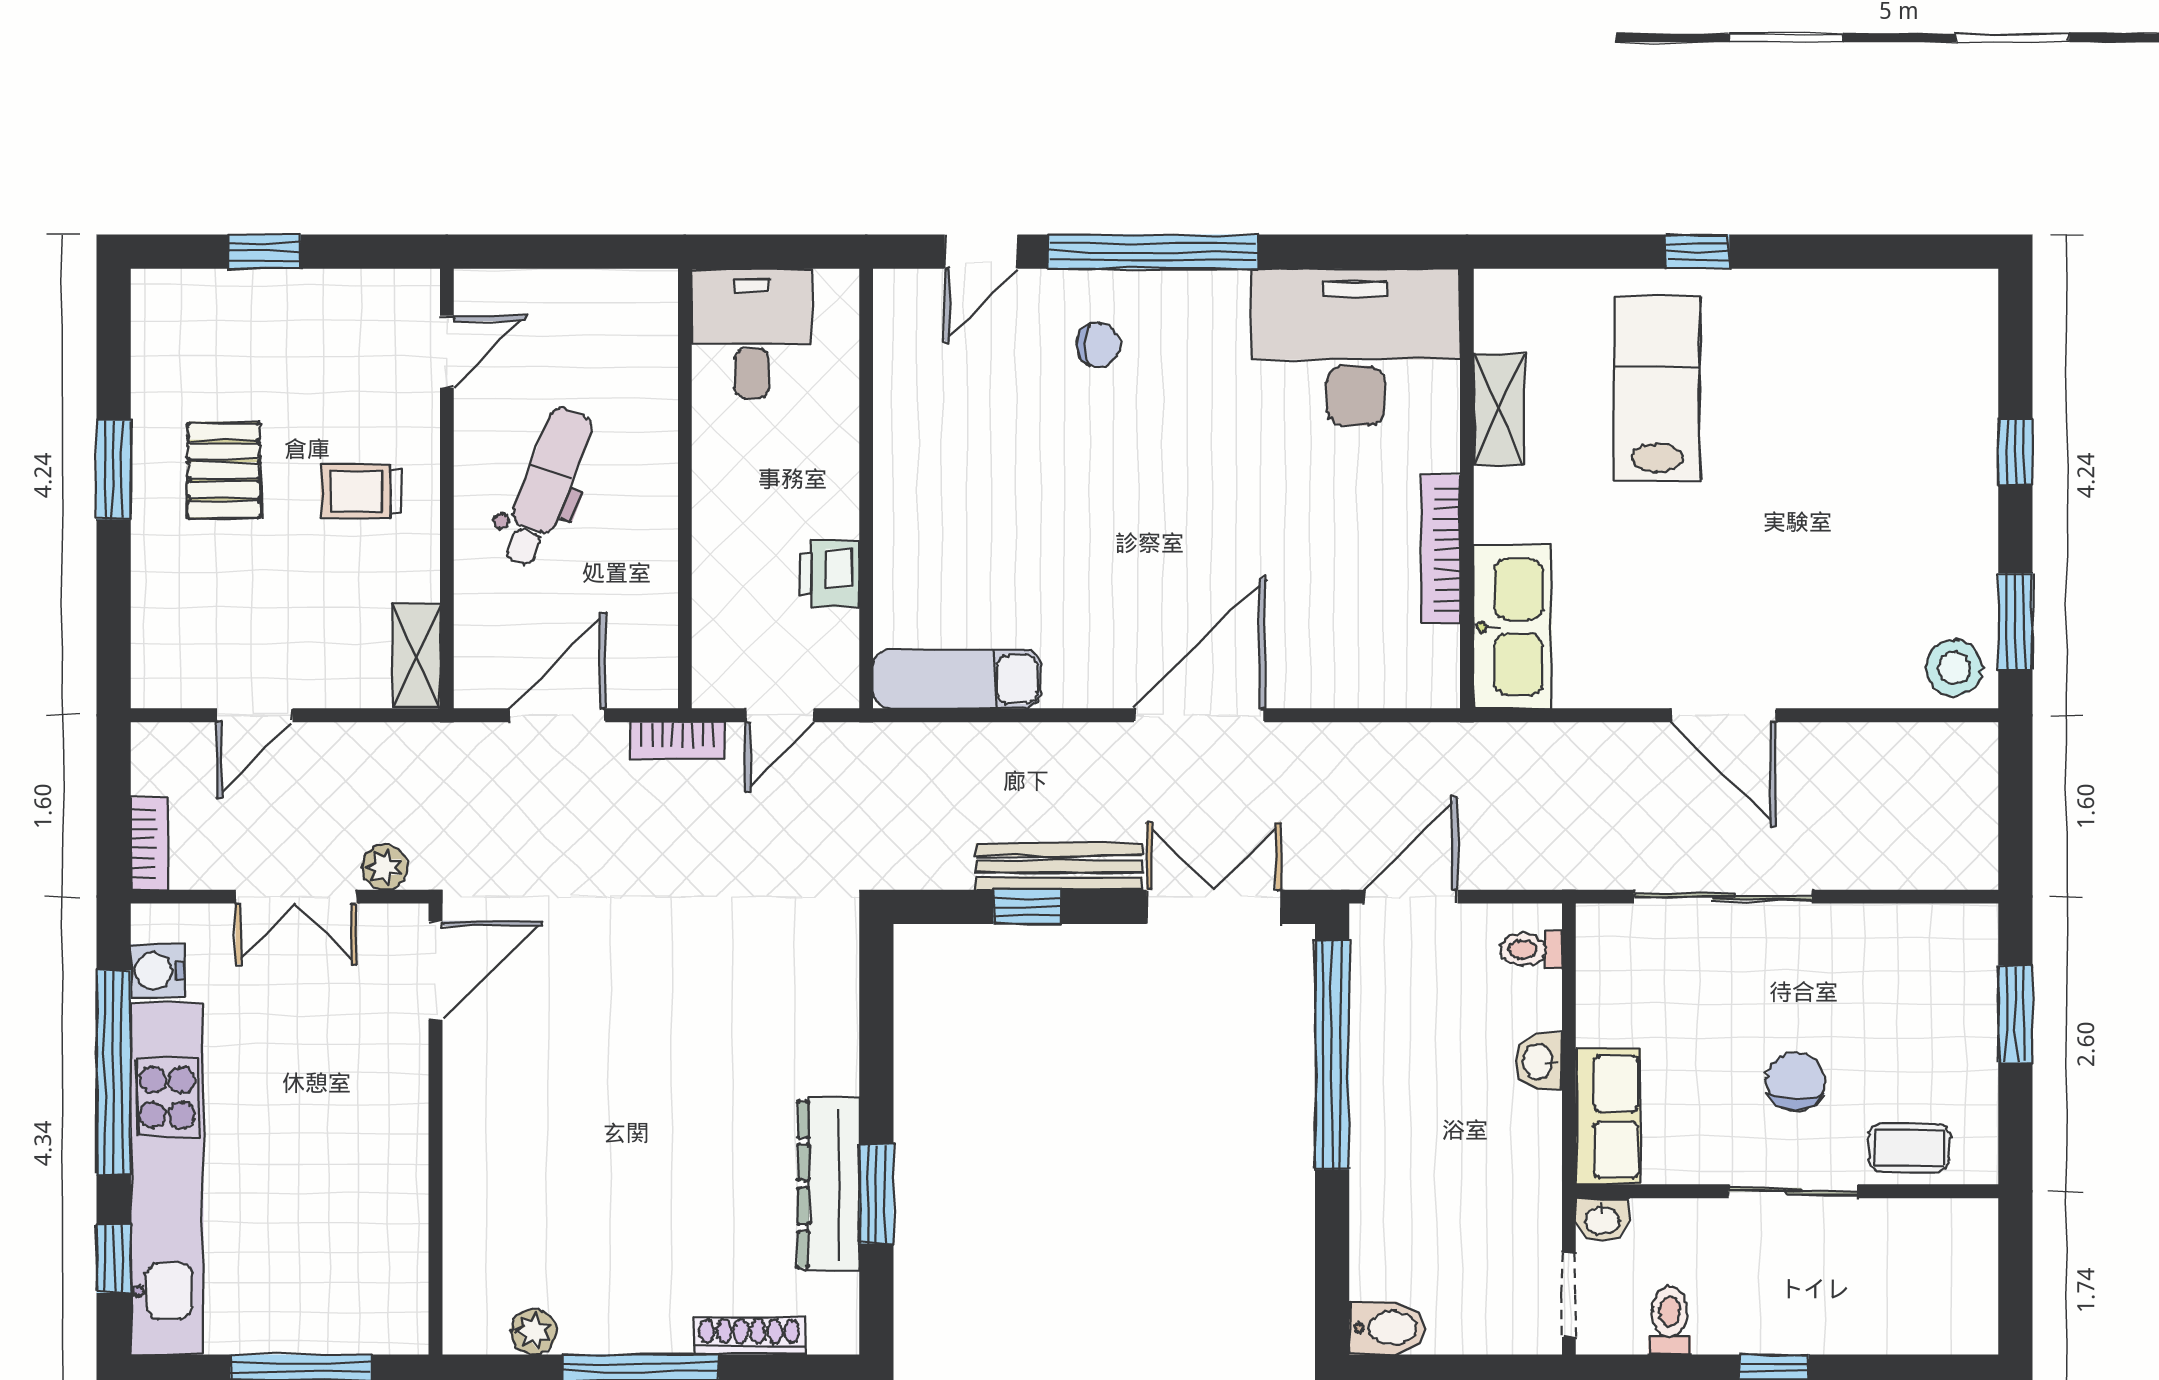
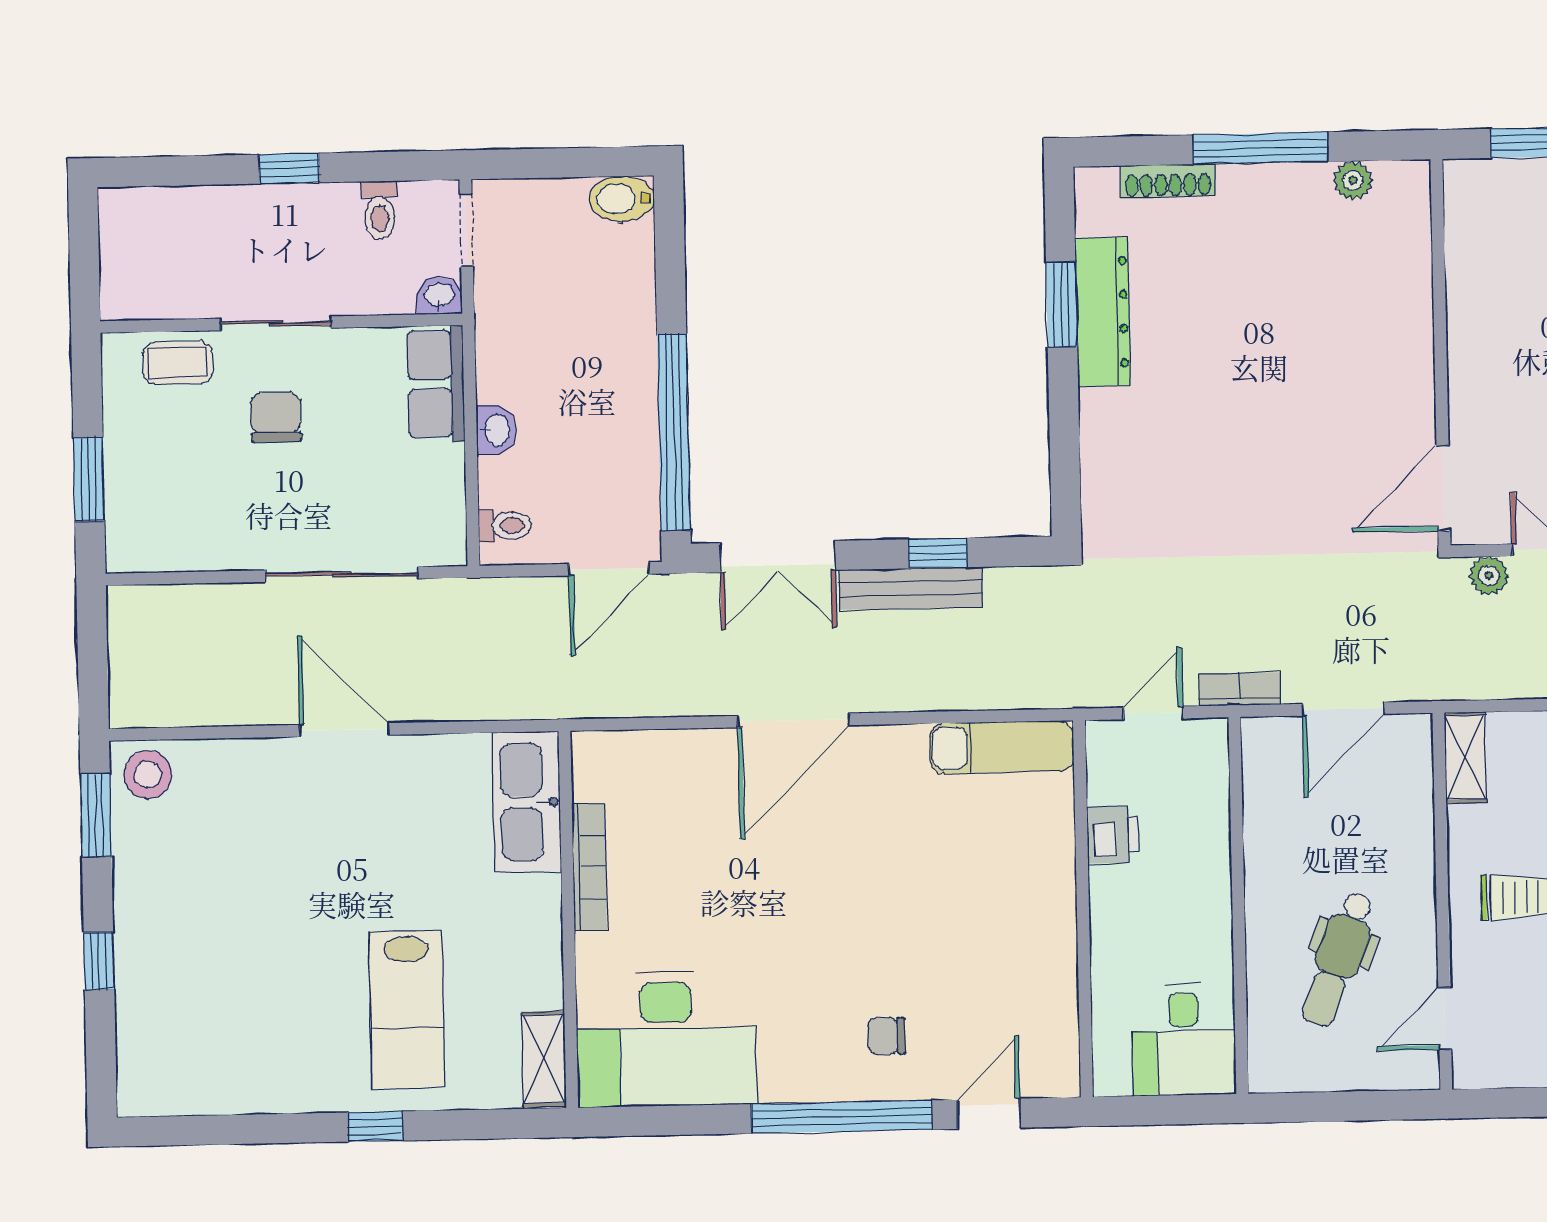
shelving: (1499, 409) -> (544, 1059), moved
dental chair: (546, 487) -> (1338, 959), moved
chair: (1795, 1081) -> (276, 417), turned 180

